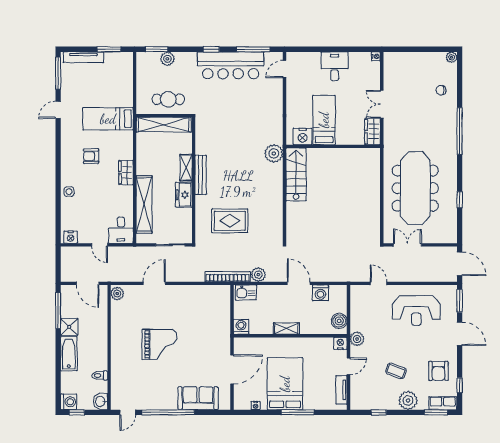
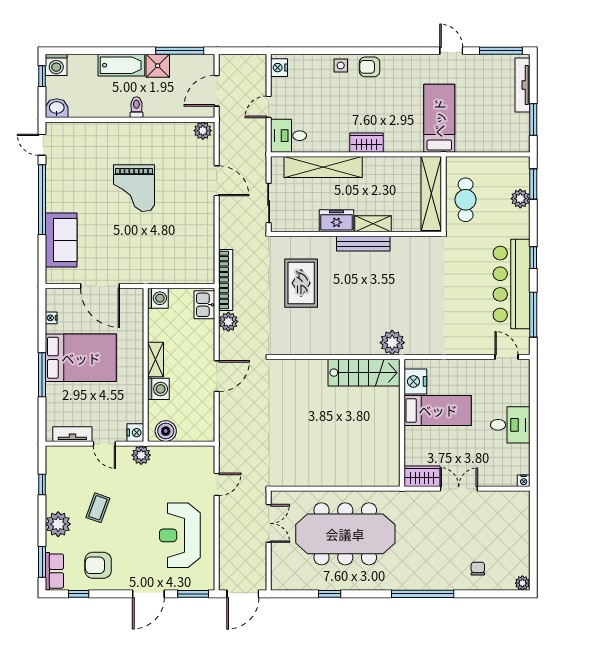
armchair: (91, 156) -> (370, 67), moved, turned -90
washing machine: (321, 293) -> (158, 389), moved, turned 180
toilet: (100, 376) -> (136, 107), moved

